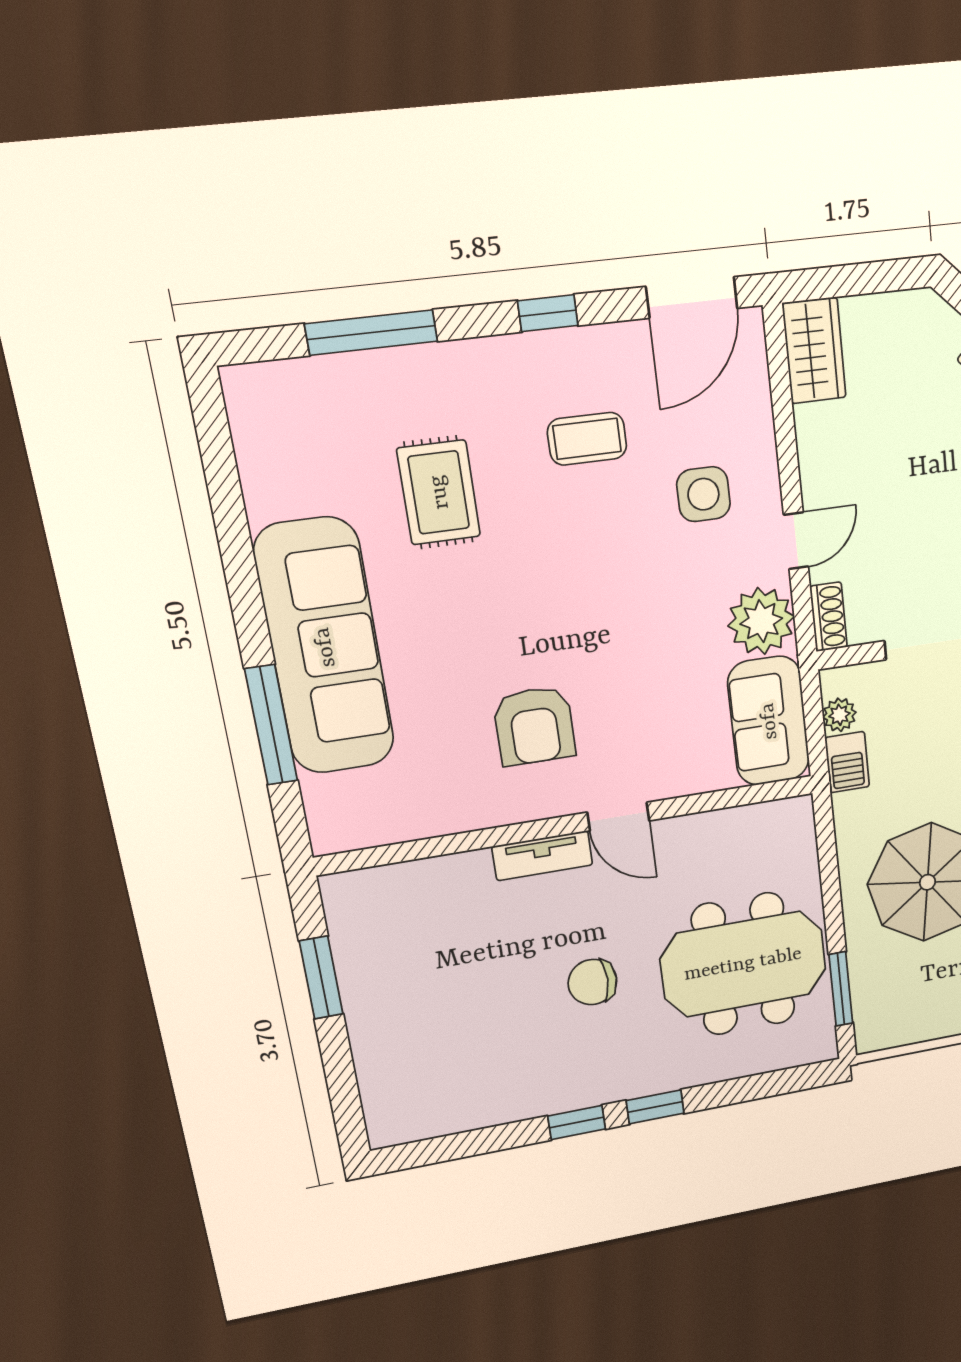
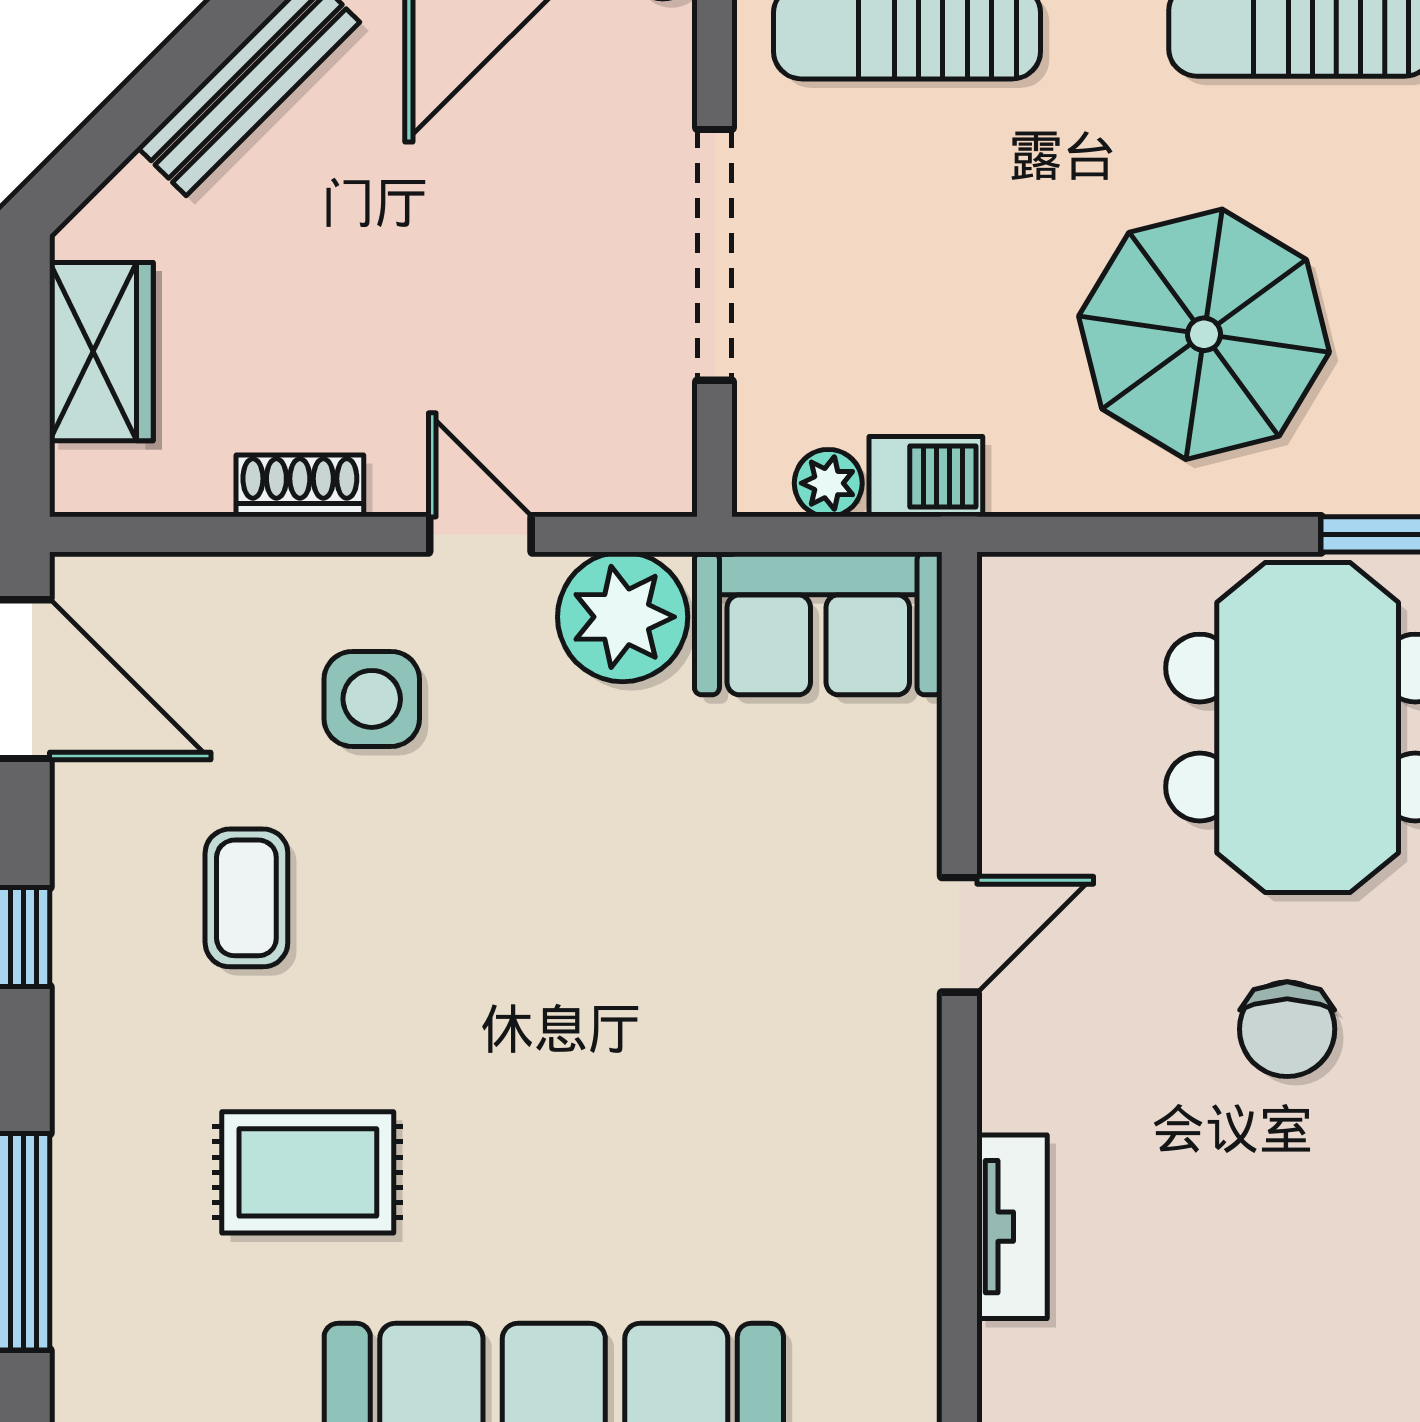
wardrobe: (814, 351) -> (101, 352), moved, turned 90
shoe rack: (829, 617) -> (300, 486), moved
armchair: (534, 726) -> (757, 1067), removed
tv unit: (542, 856) -> (1012, 1227), moved

